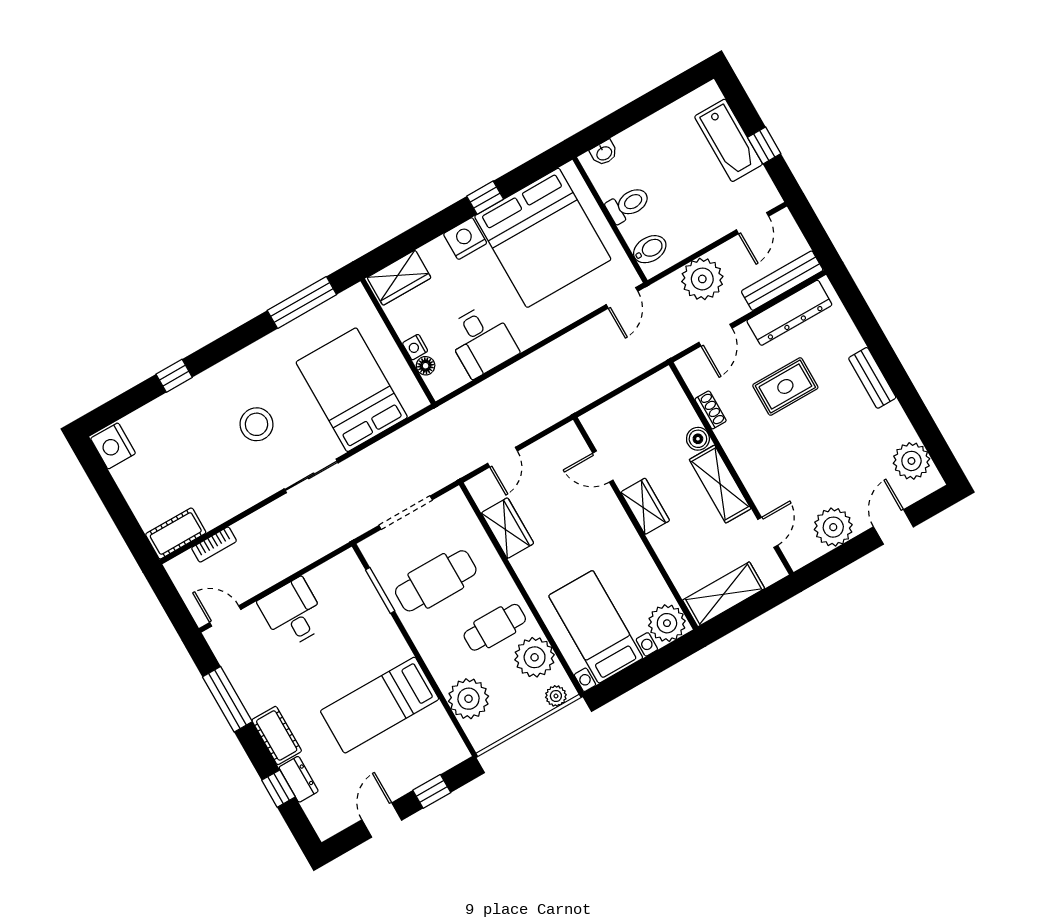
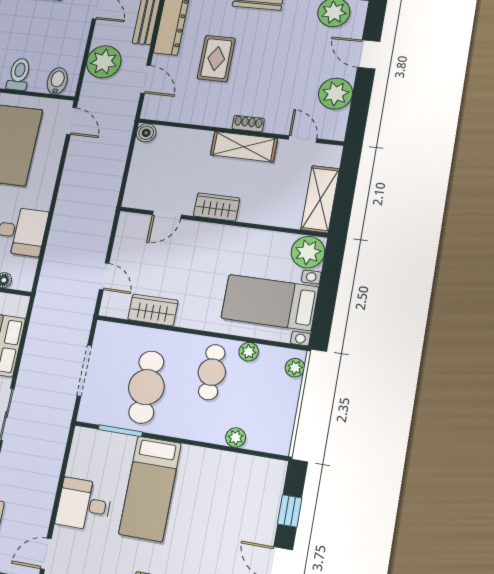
shoe rack: (711, 410) -> (248, 124), moved
boiler: (698, 439) -> (146, 133), moved
plant: (535, 657) -> (249, 352), width x0.53, depth x0.53
plant: (468, 699) -> (236, 438), width x0.53, depth x0.53
bed: (380, 705) -> (150, 489), moved

